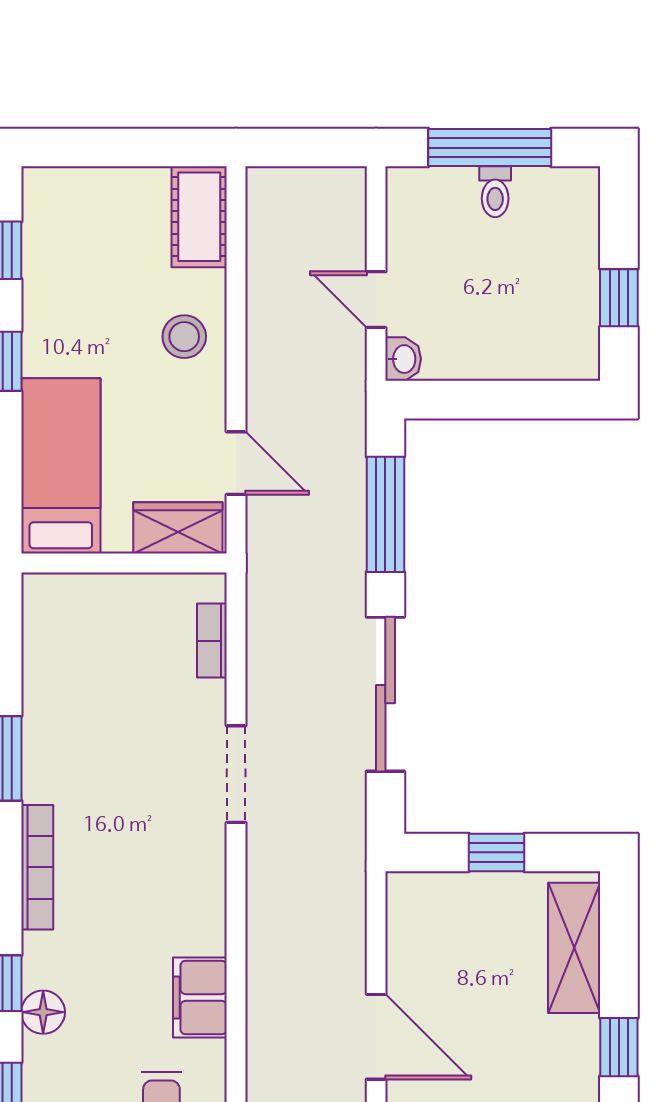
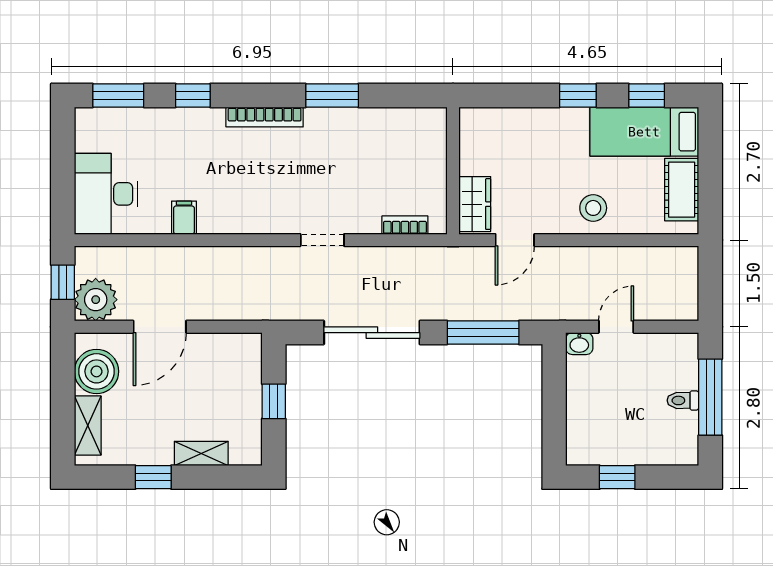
cot: (199, 217) -> (682, 190), moved, turned 90
bed: (61, 466) -> (644, 132), moved, turned 180
doorway: (236, 774) -> (322, 240), width x0.73
shelving: (574, 948) -> (201, 453), width x0.67, depth x0.75
filing cabinet: (200, 997) -> (184, 218), width x0.50
floor lamp: (43, 1012) -> (175, 121), removed

